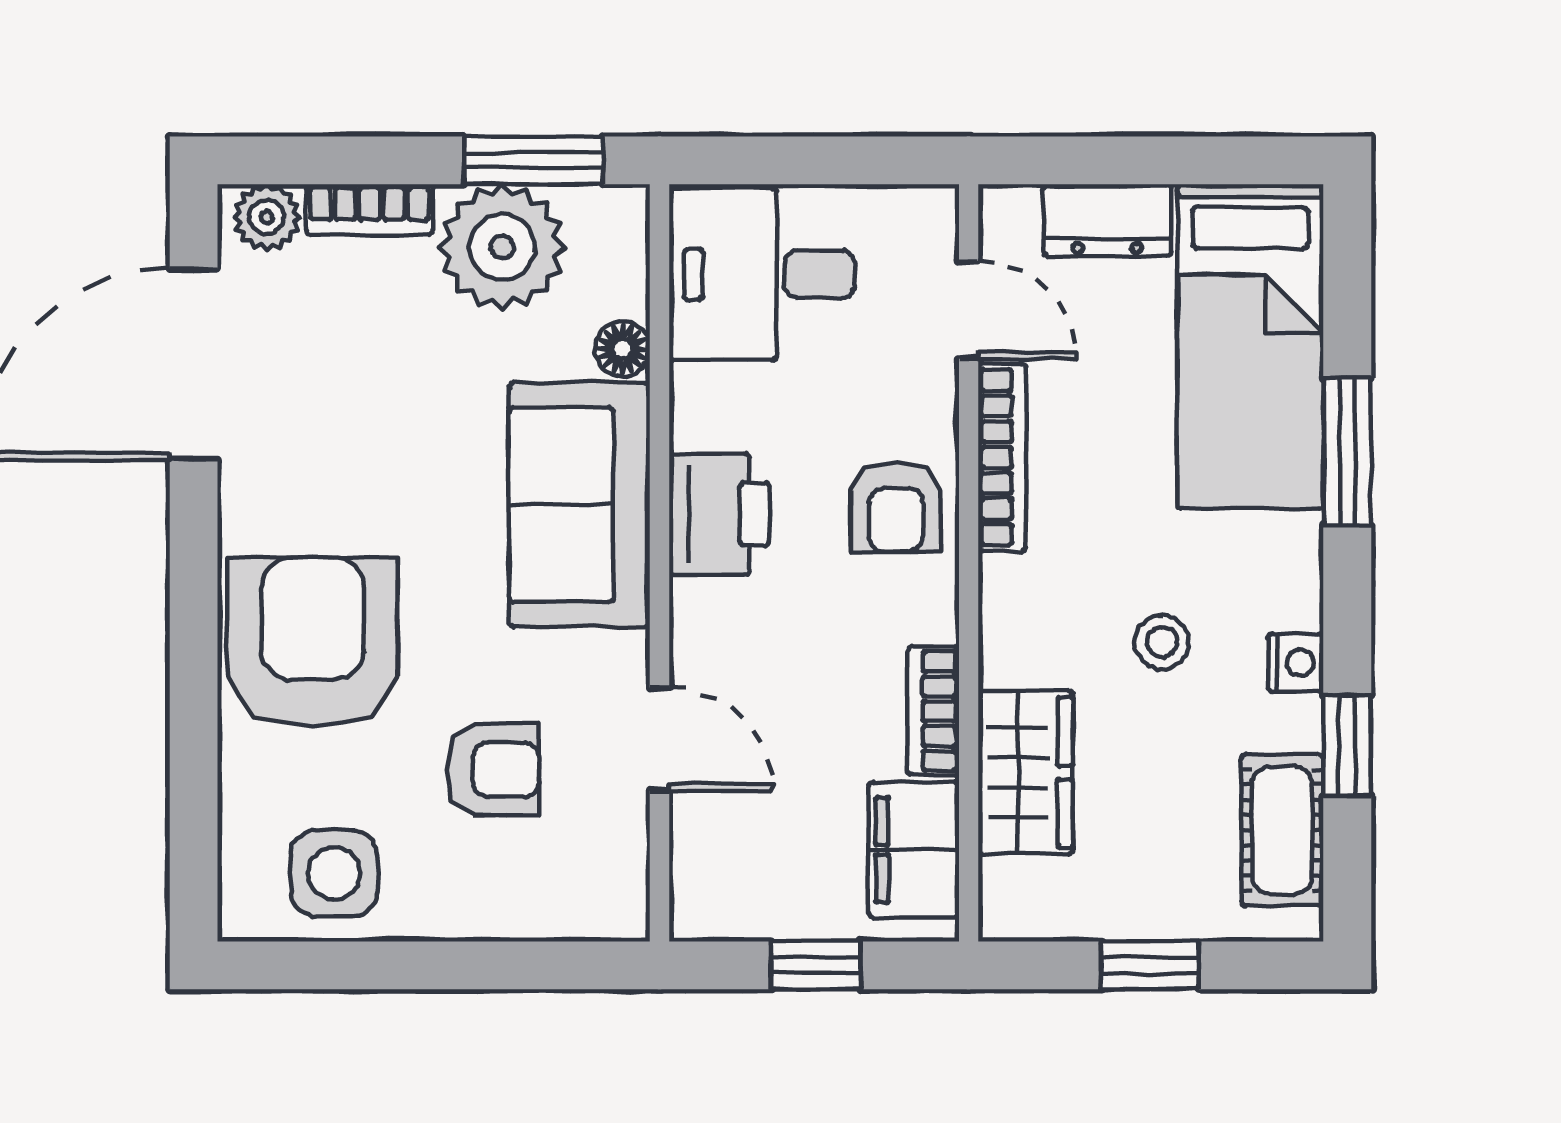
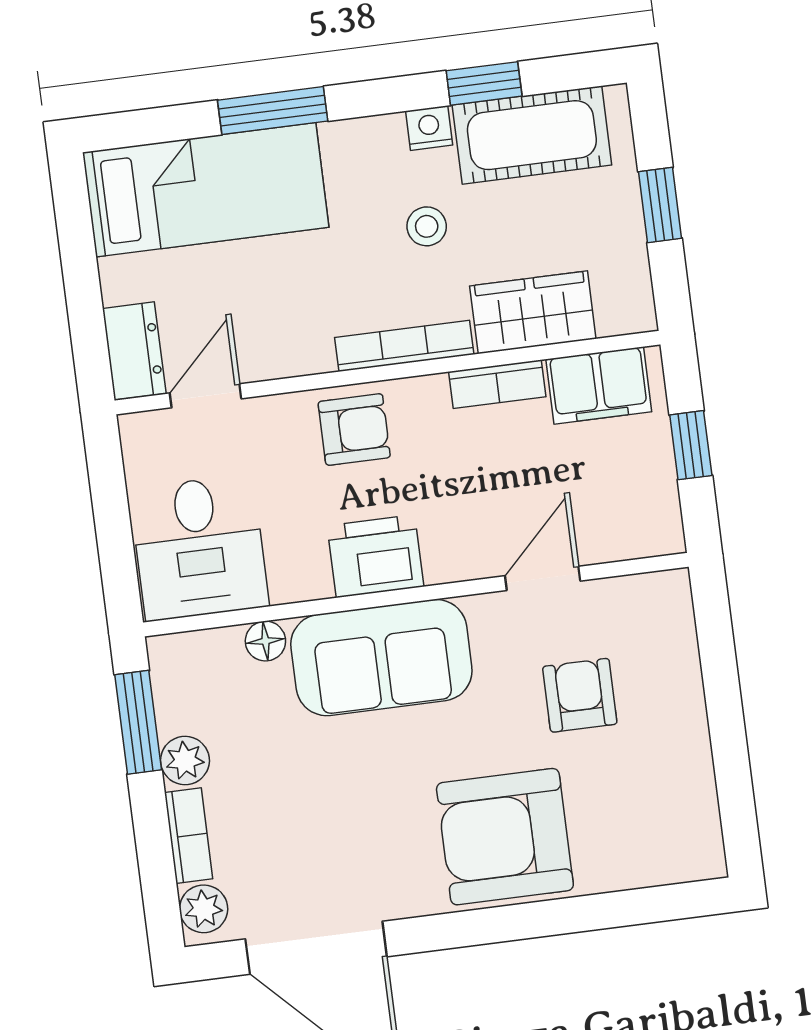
dresser: (1107, 220) -> (134, 351), moved
plant: (502, 247) -> (185, 761), width x0.53, depth x0.53
bookcase: (1002, 457) -> (404, 346), moved
cot: (1282, 830) -> (532, 135), width x1.37, depth x1.34
side table: (334, 873) -> (669, 800), removed

